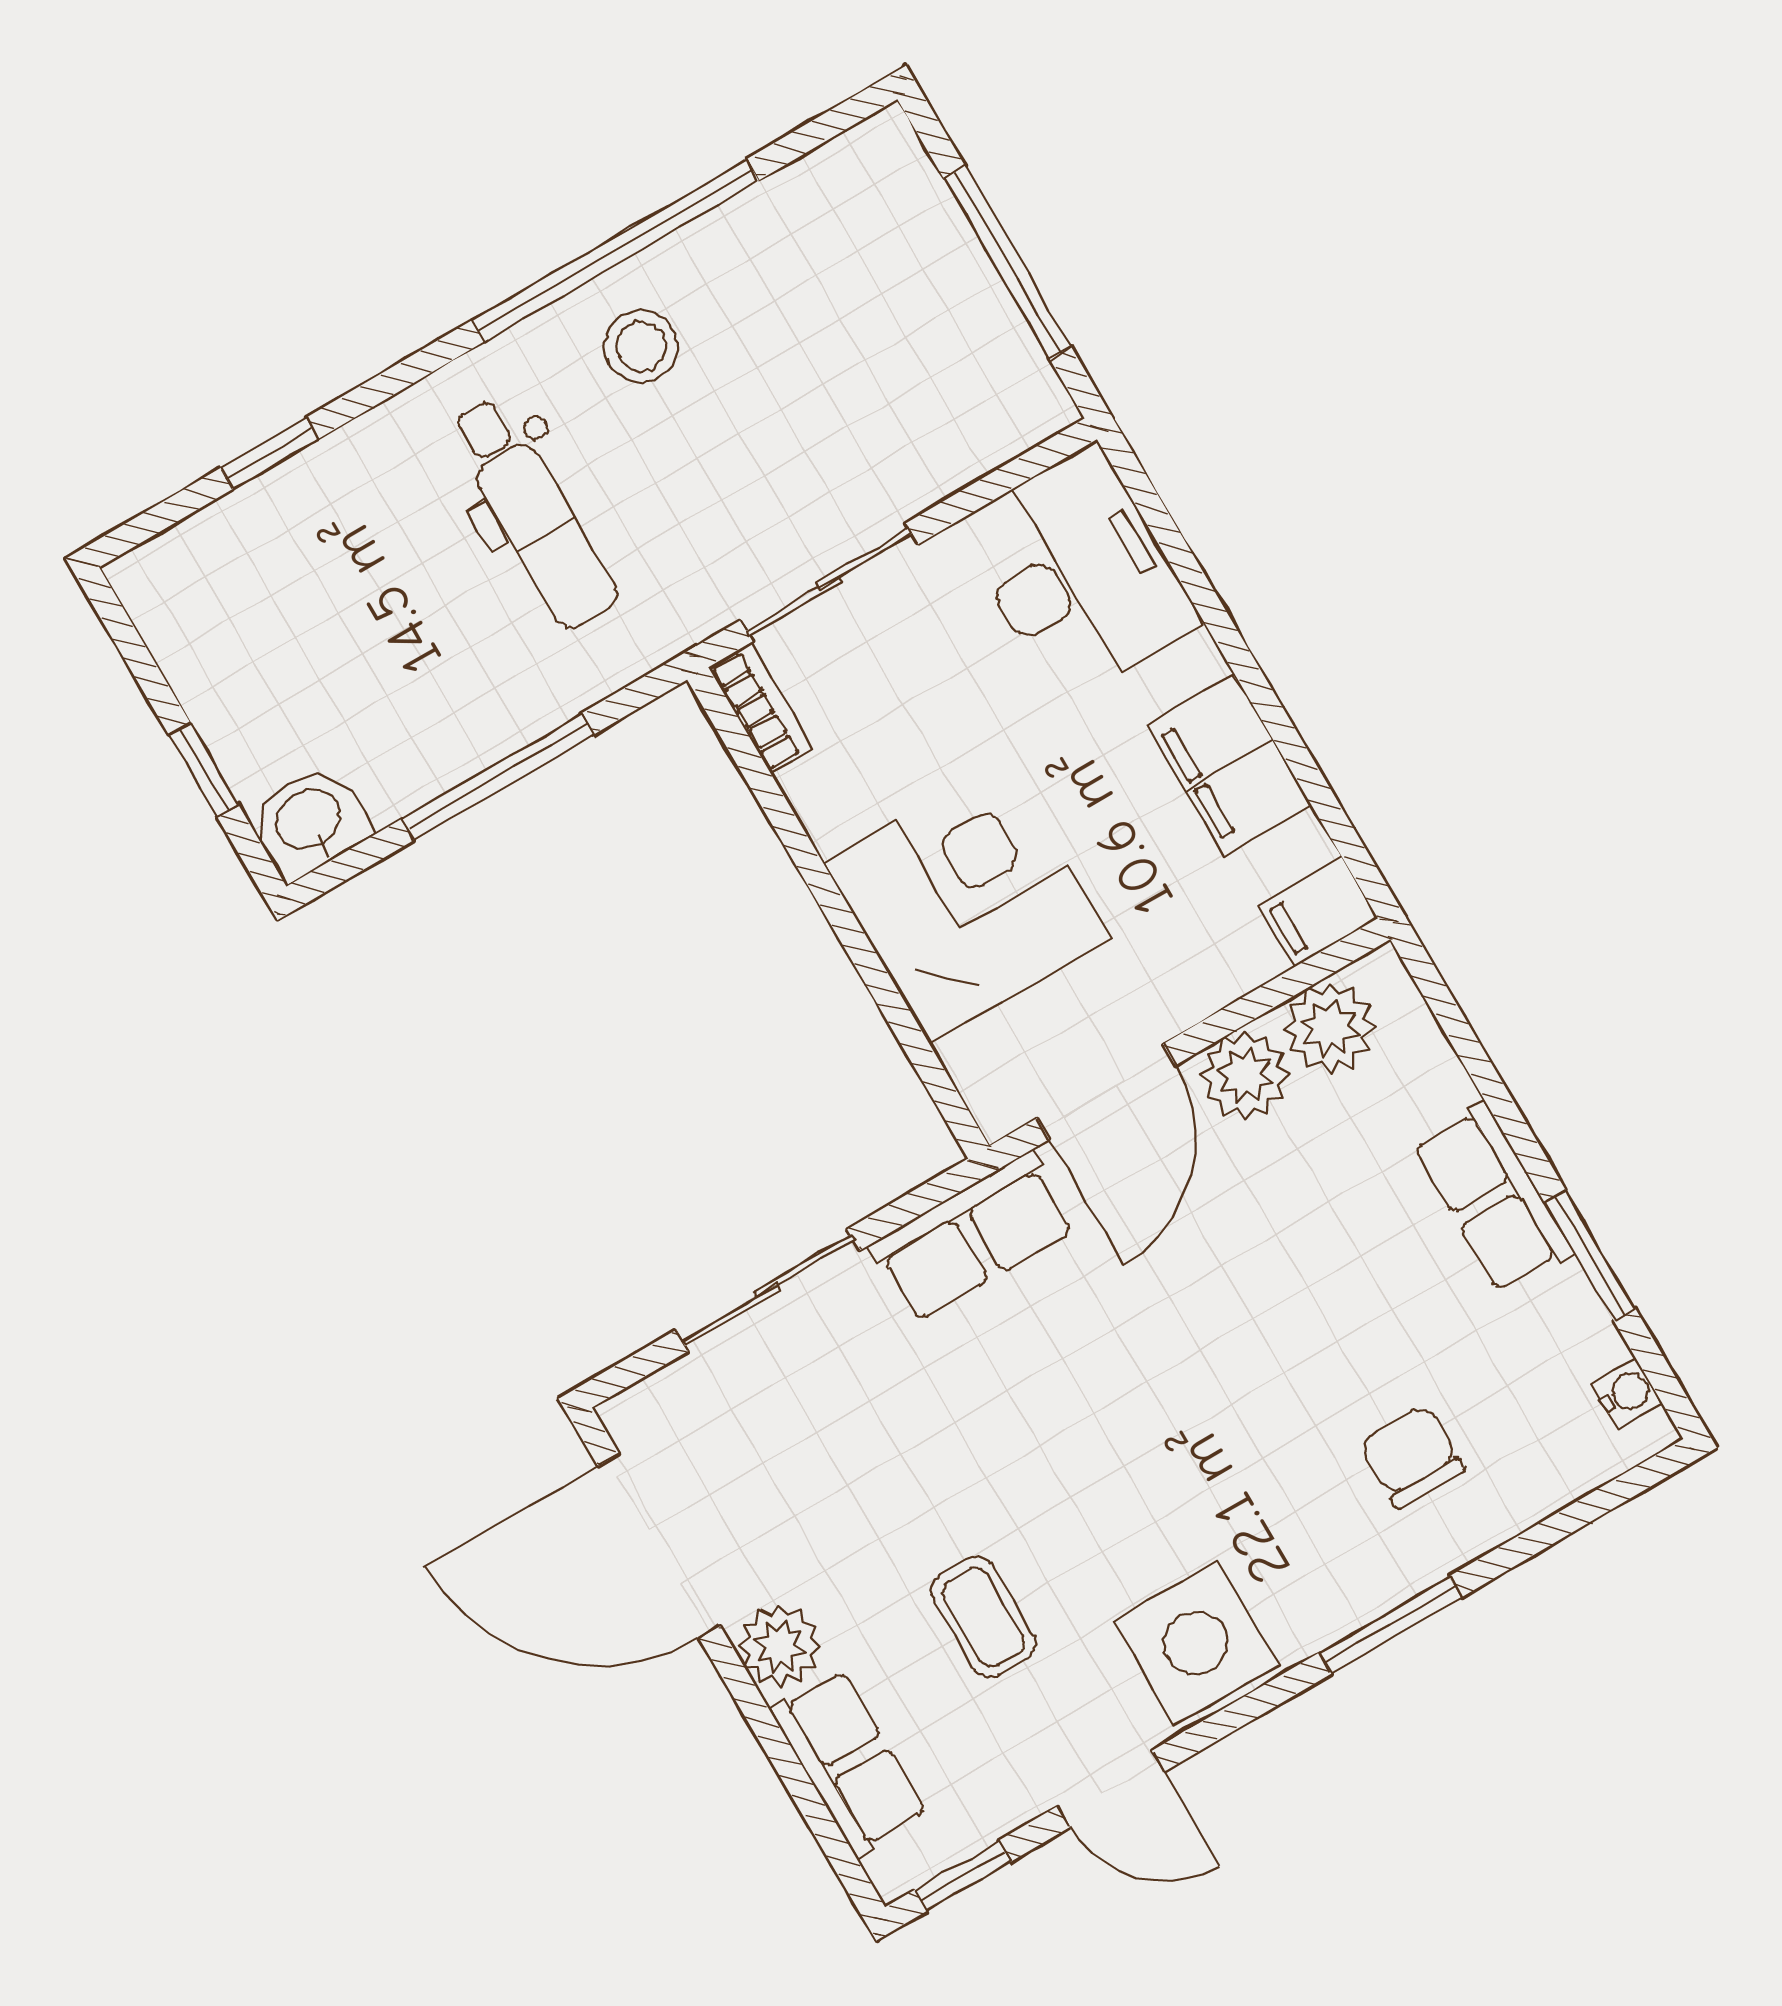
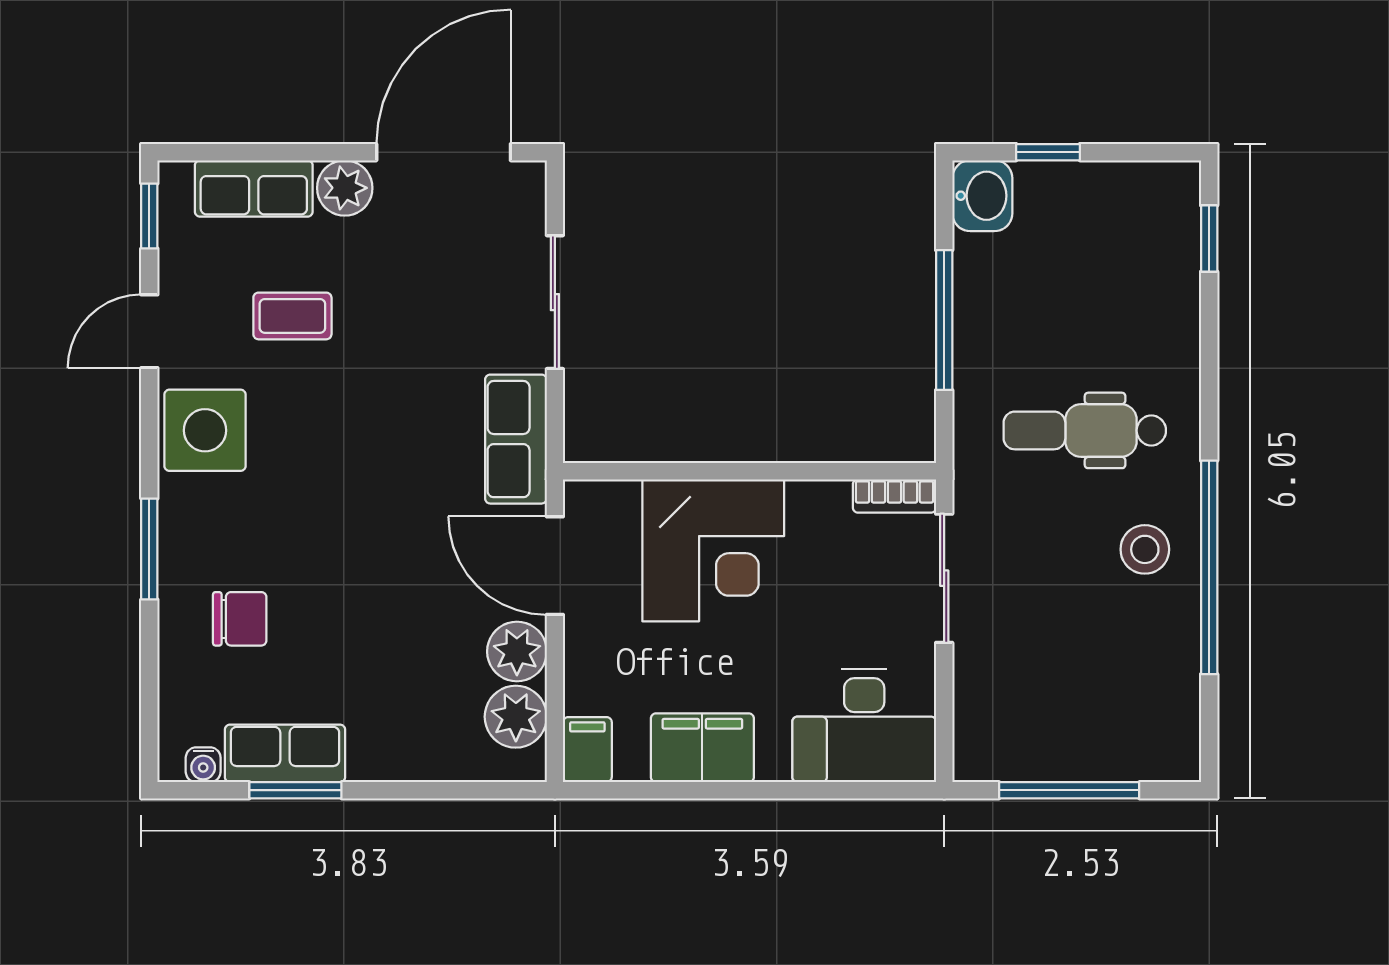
window: (270, 453) -> (1209, 239), moved
row of seats: (1493, 1198) -> (285, 753), moved

